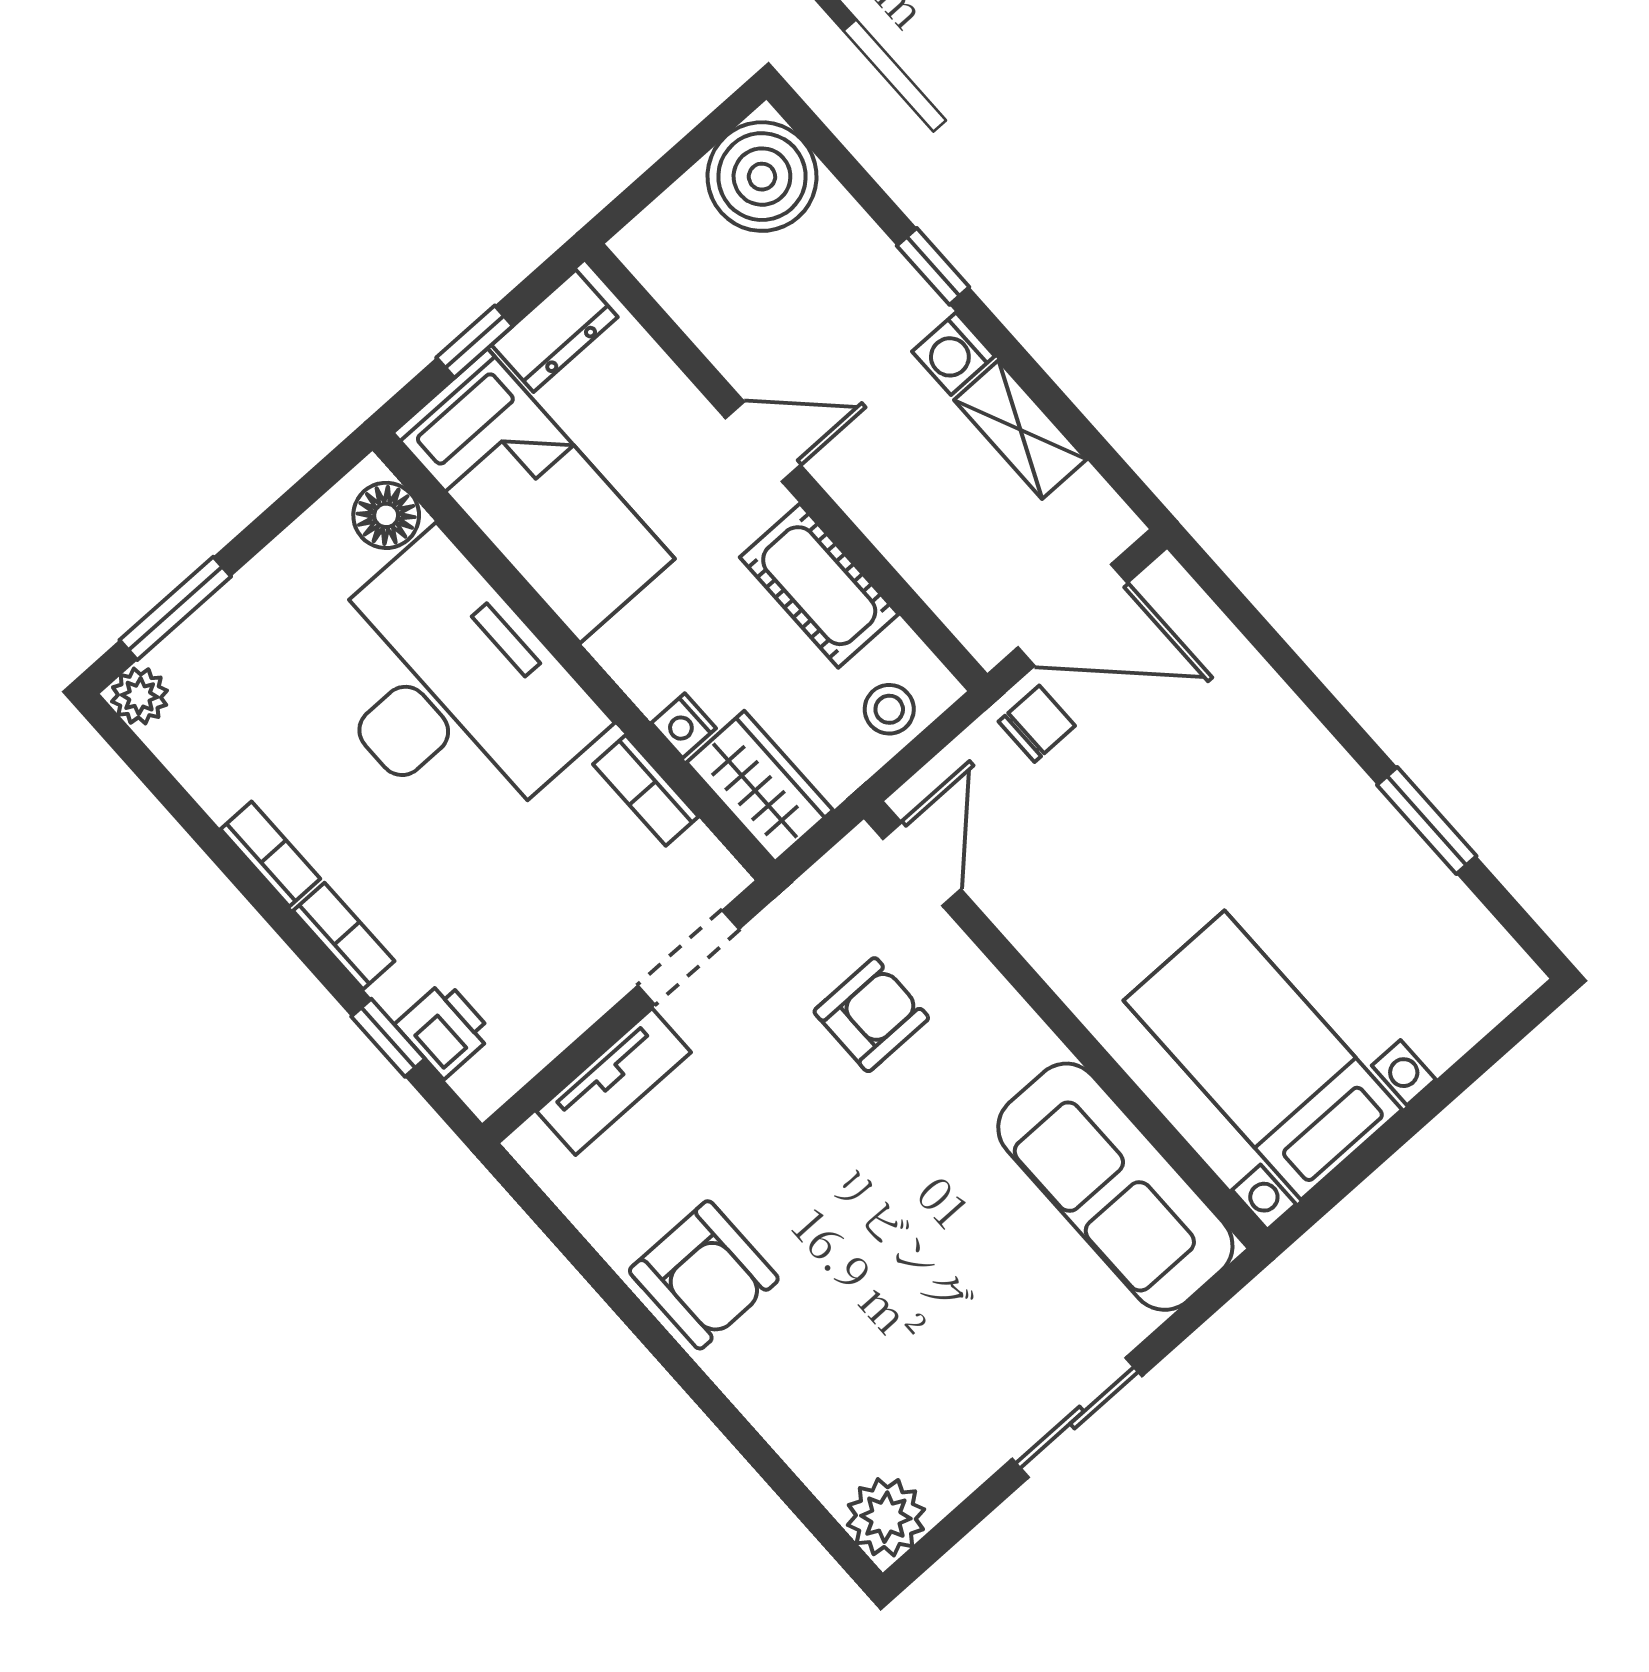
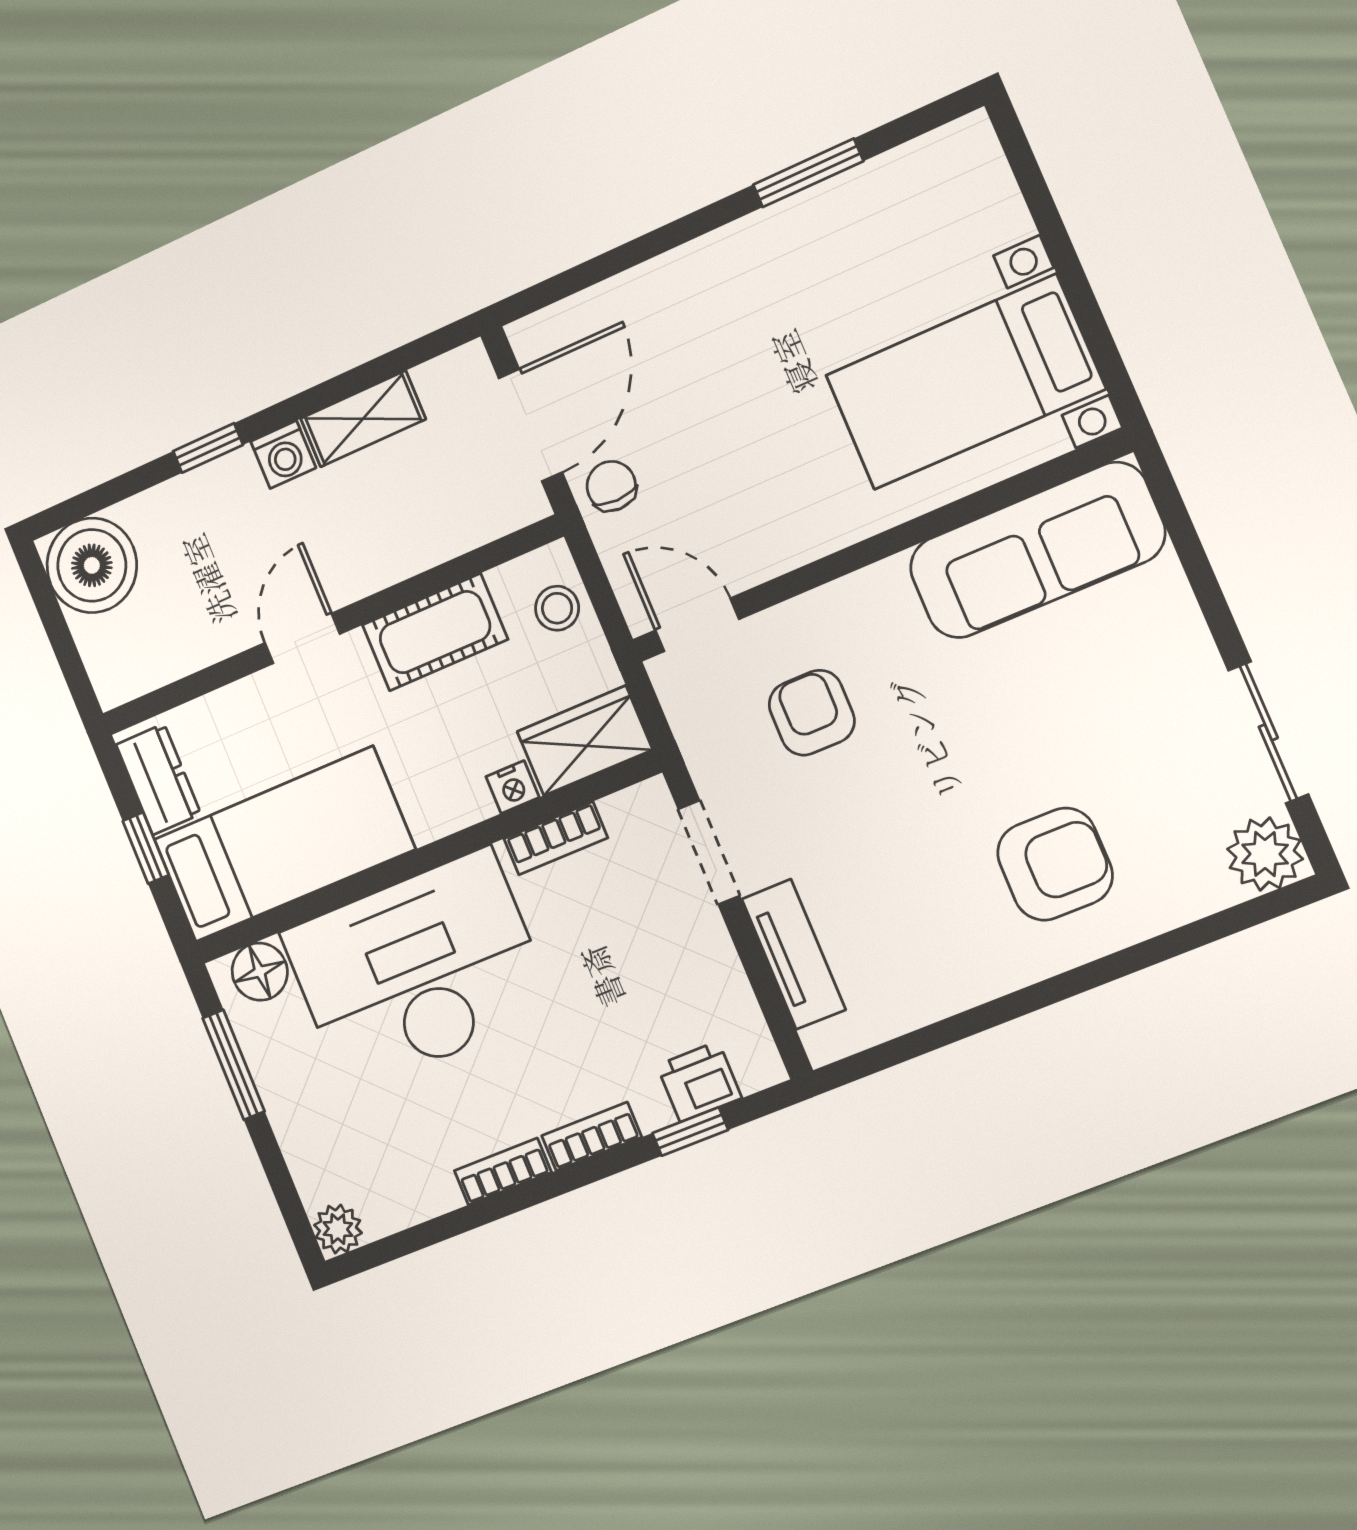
window: (175, 608) -> (234, 1065), moved
armchair: (704, 1275) -> (1055, 864), moved
sliding door: (1077, 1418) -> (1268, 732), moved

